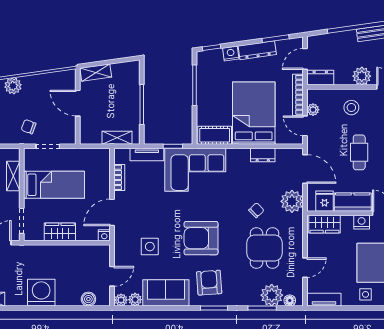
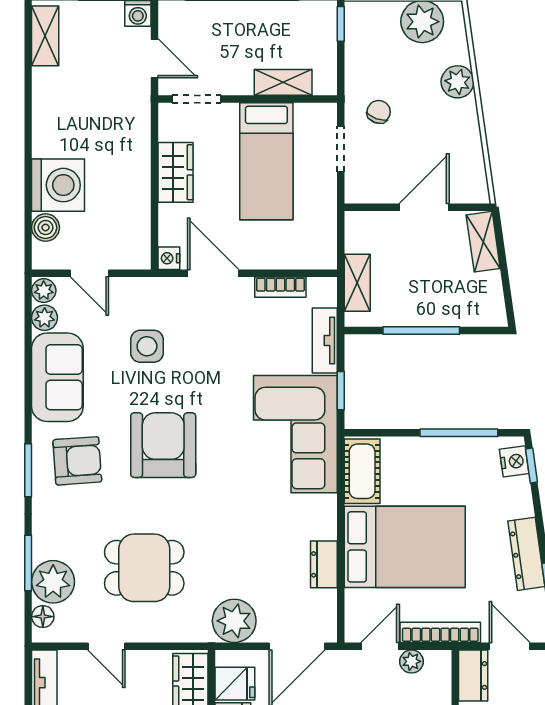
nightstand: (231, 54) -> (514, 461), moved
chair: (256, 210) -> (217, 552), removed
washing machine: (41, 293) -> (58, 185), moved

